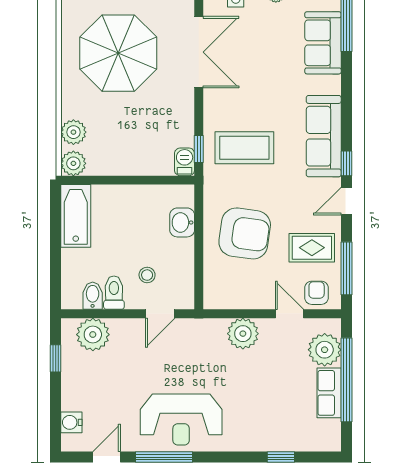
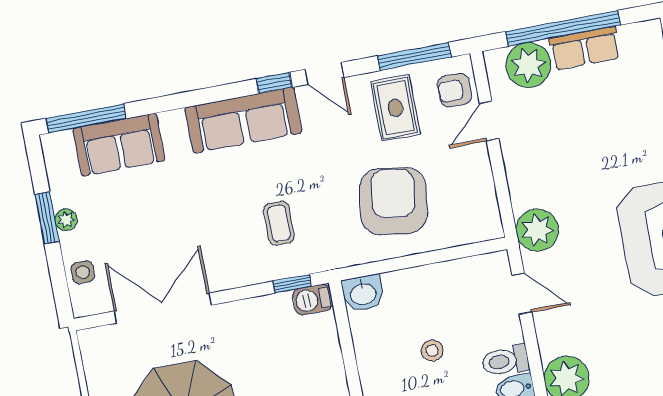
coffee table: (244, 148) -> (279, 223), width x0.54, depth x0.58
washbasin: (182, 222) -> (363, 293), moved
stool: (147, 275) -> (432, 350), moved
plant: (243, 334) -> (537, 230), moved

